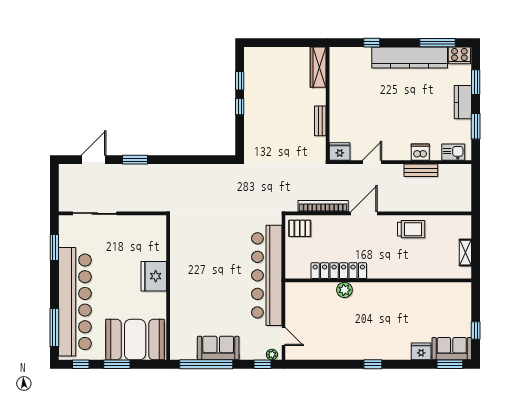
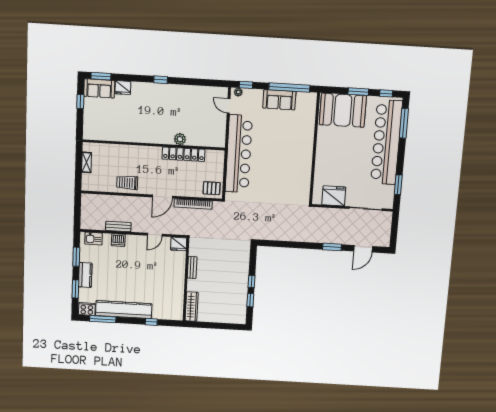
fridge: (154, 276) -> (334, 196), moved, turned -90

